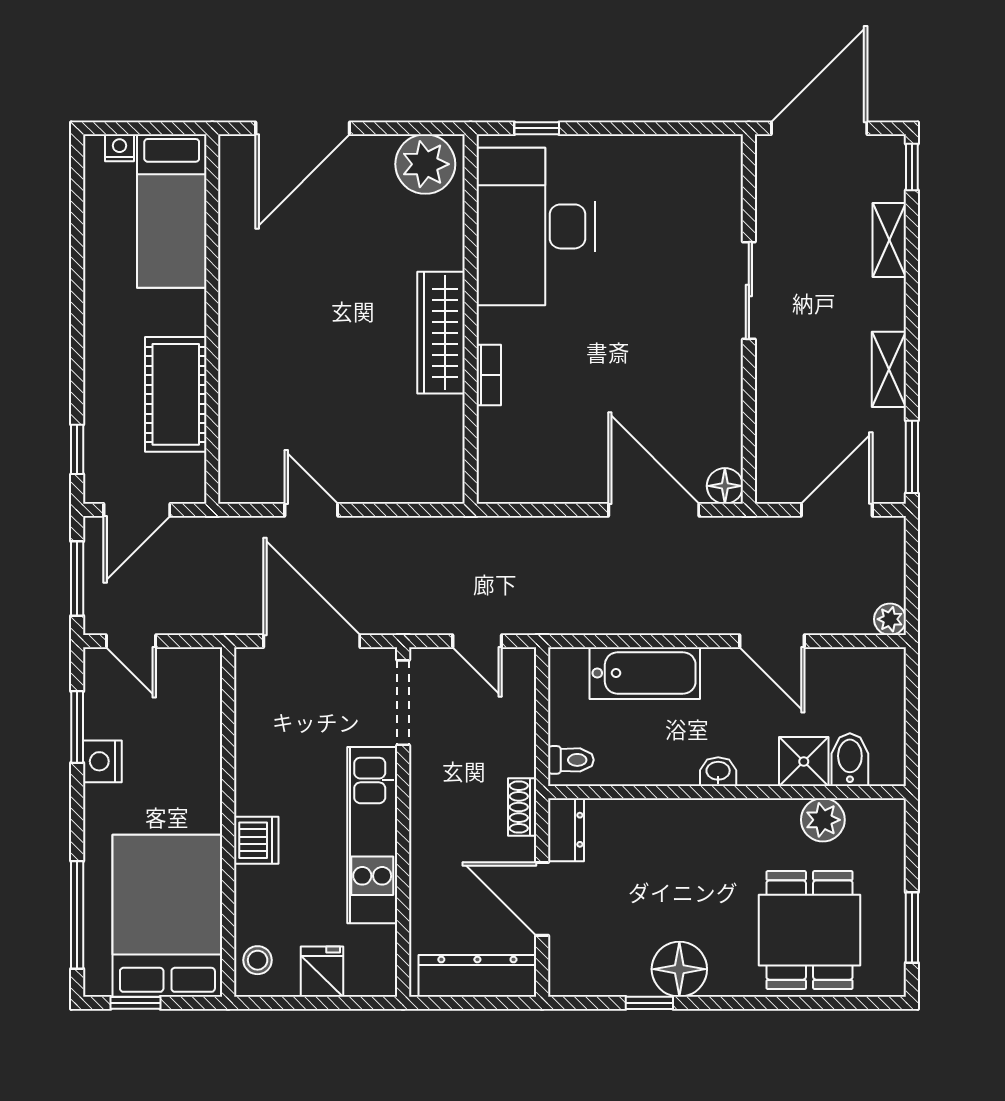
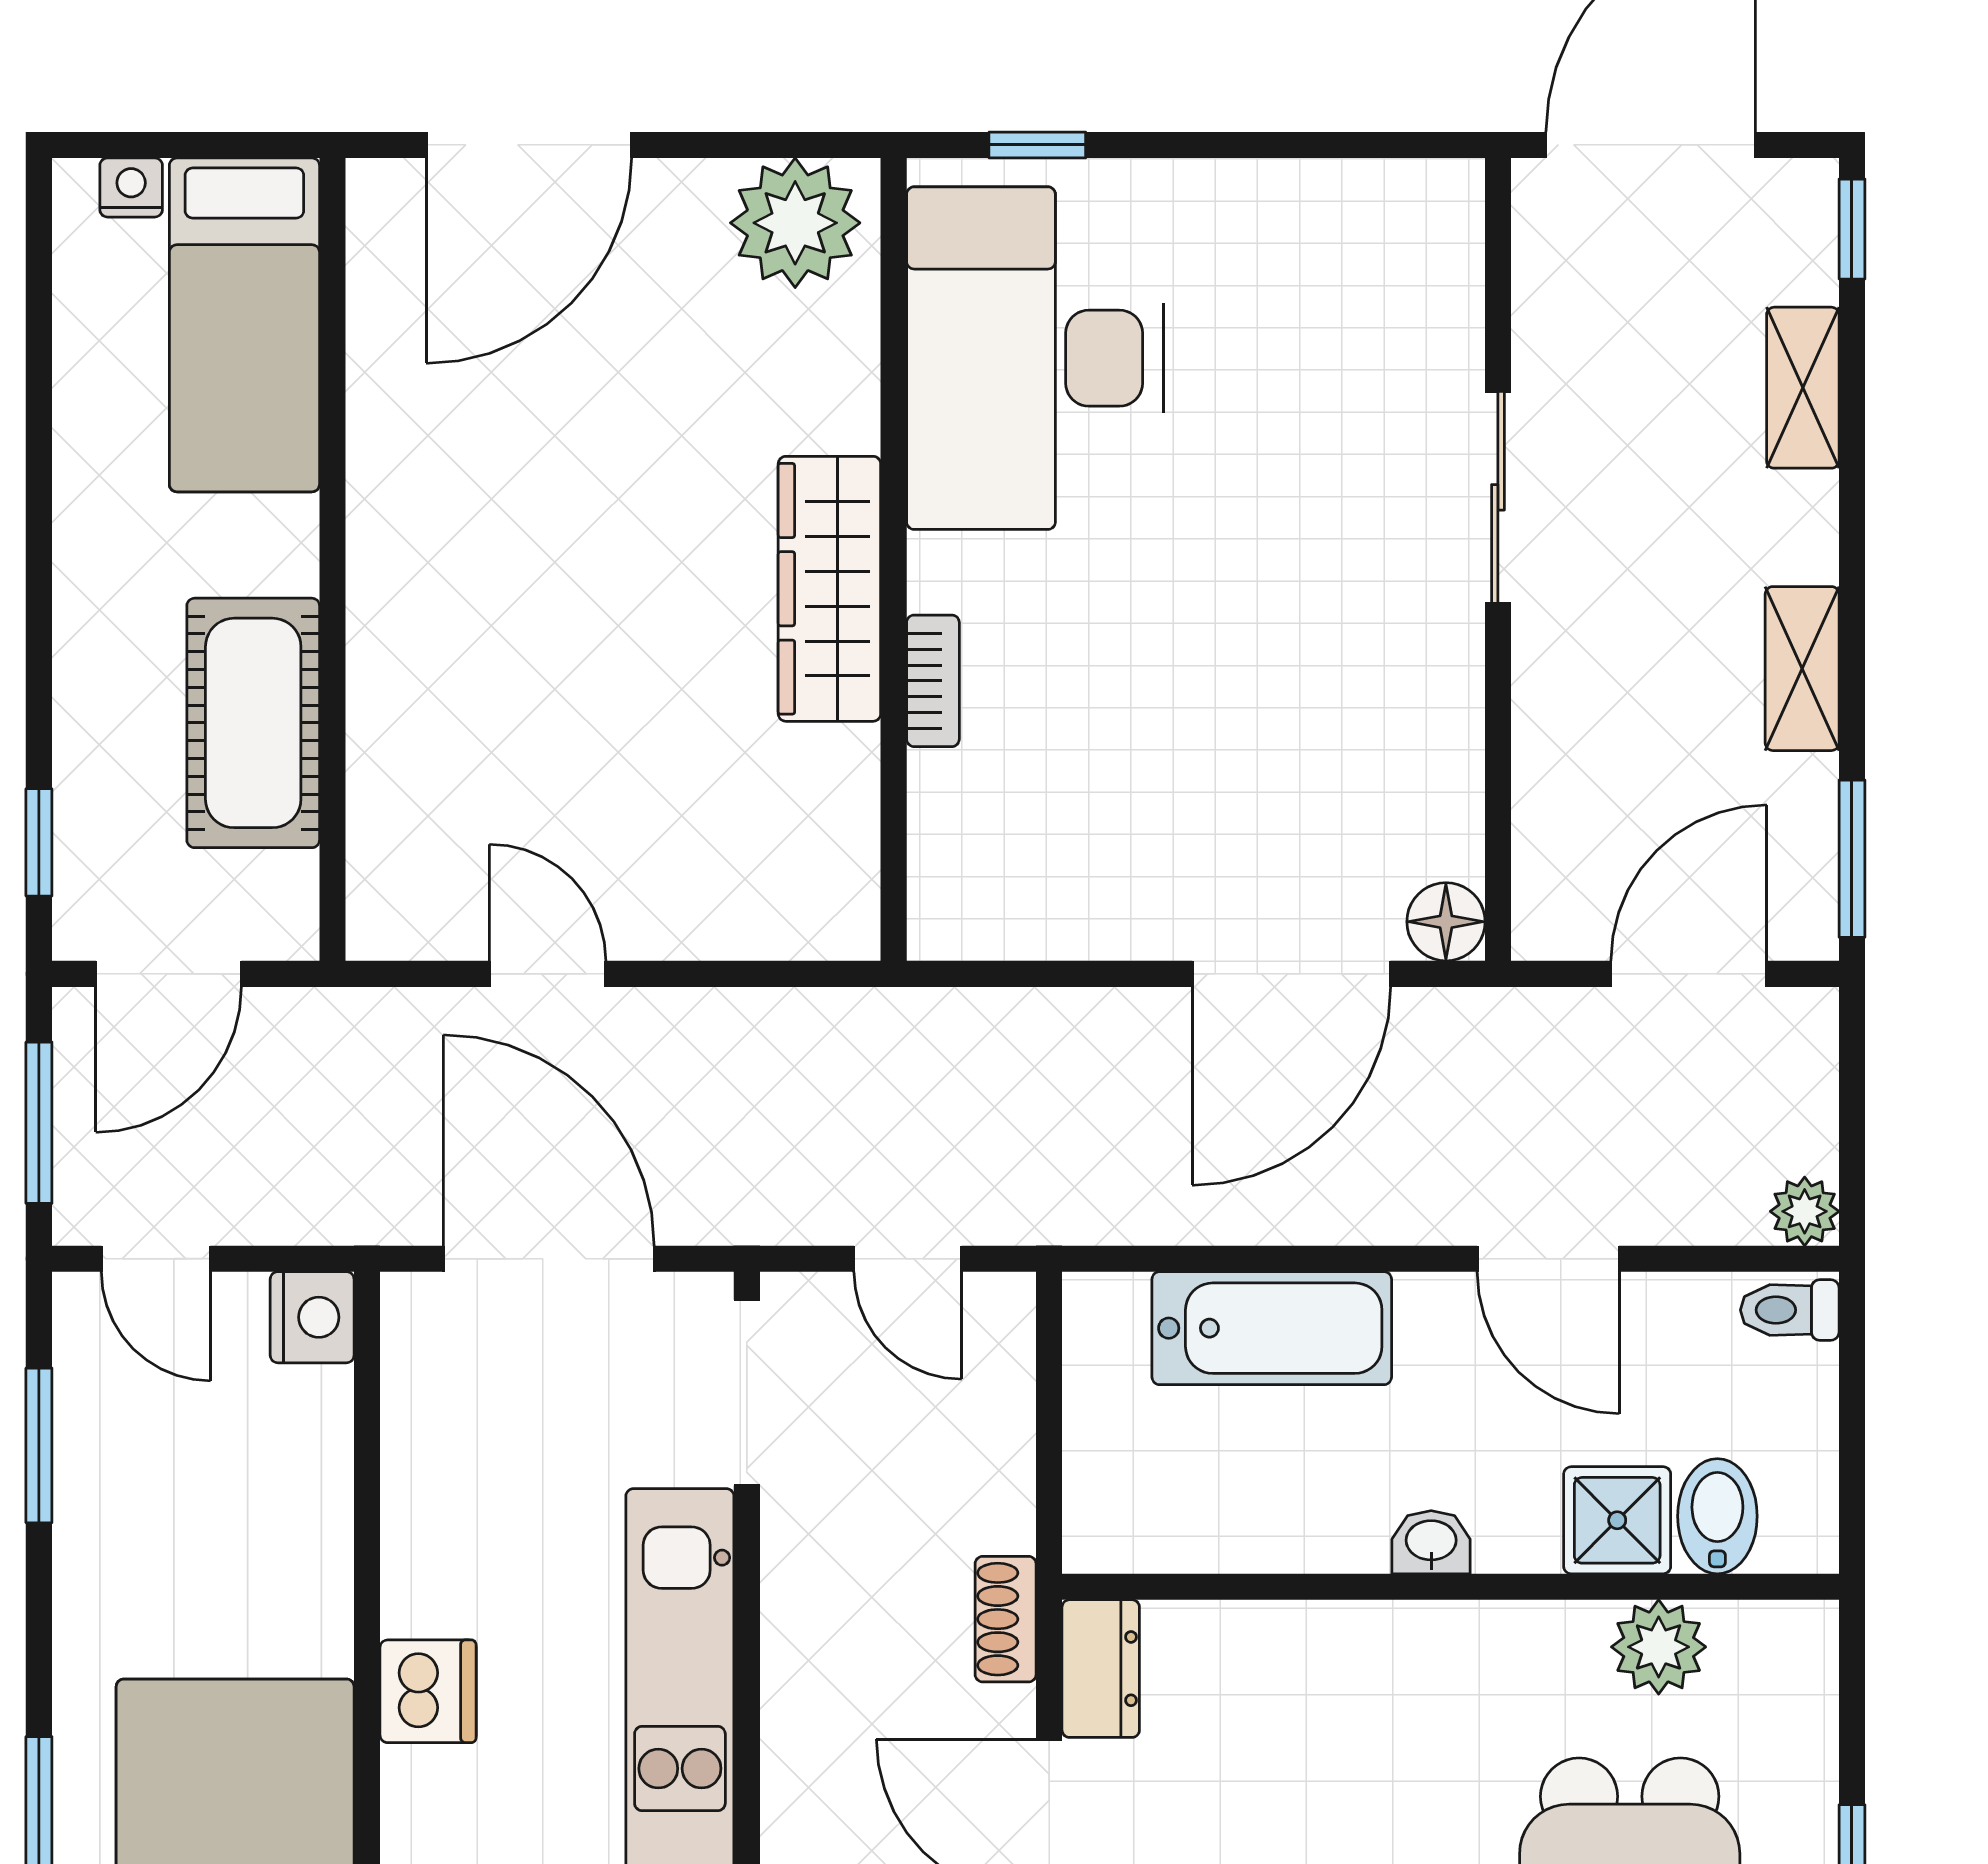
door: (654, 510) -> (1291, 974), swing flipped
toilet: (571, 760) -> (1790, 1310), moved, turned 180
nightstand: (102, 761) -> (312, 1317), moved, turned 180

